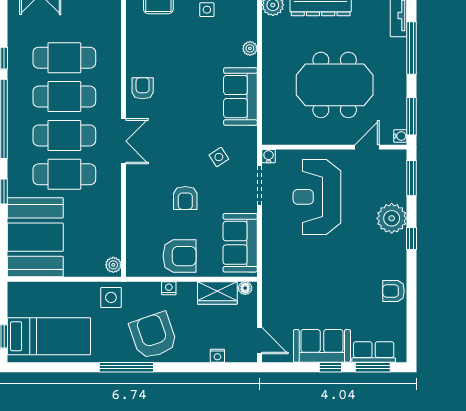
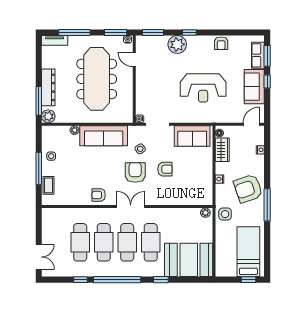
meeting table: (335, 85) -> (97, 79), width x1.36
sofa: (240, 97) -> (104, 136), width x1.36
reception desk: (317, 197) -> (203, 88), moved
armchair: (180, 256) -> (135, 172), moved

